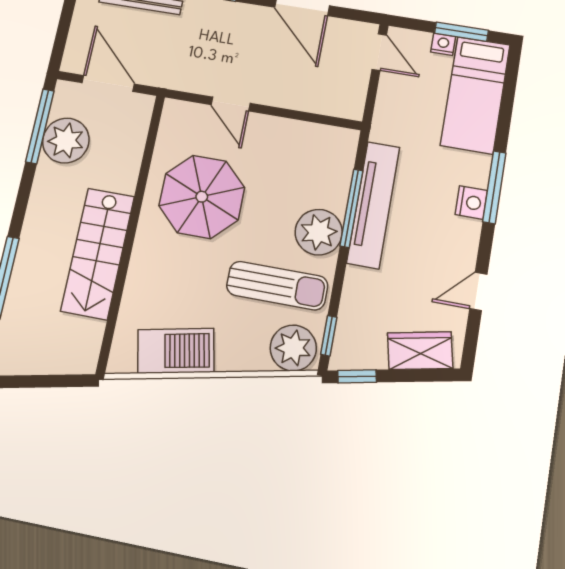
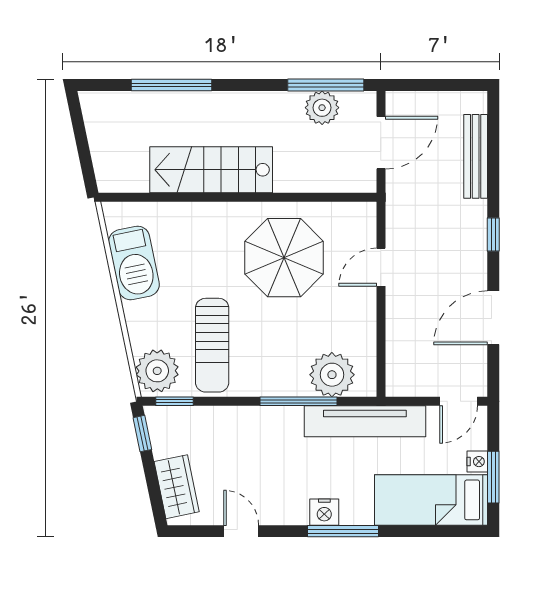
plant: (66, 141) -> (322, 108), width x0.73, depth x0.73
tv unit: (373, 205) -> (365, 421), moved
plant: (319, 232) -> (332, 375), moved

